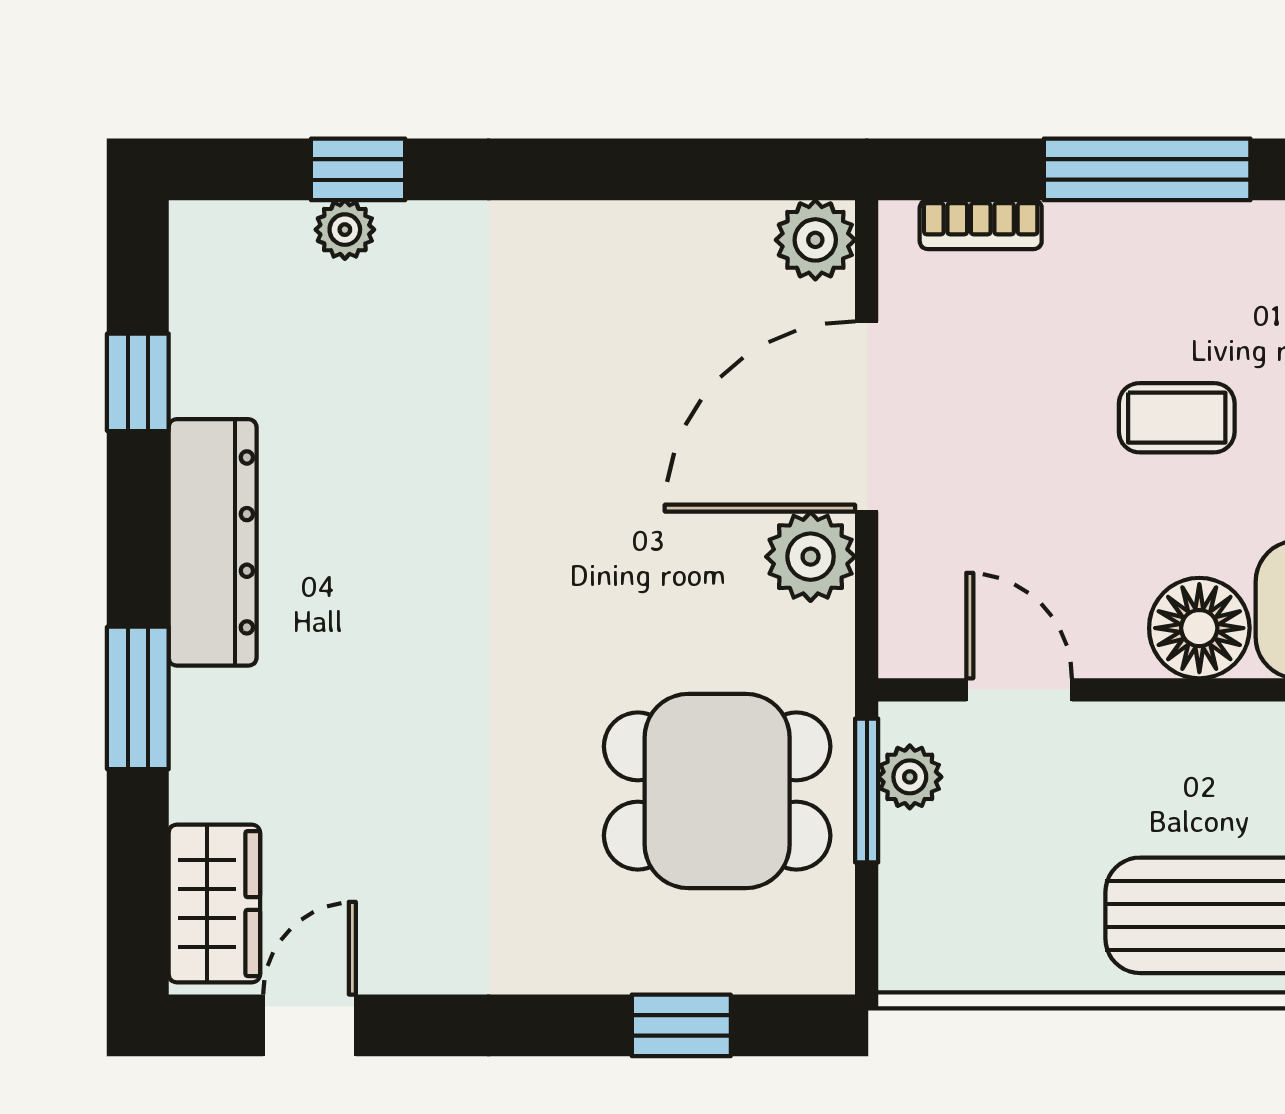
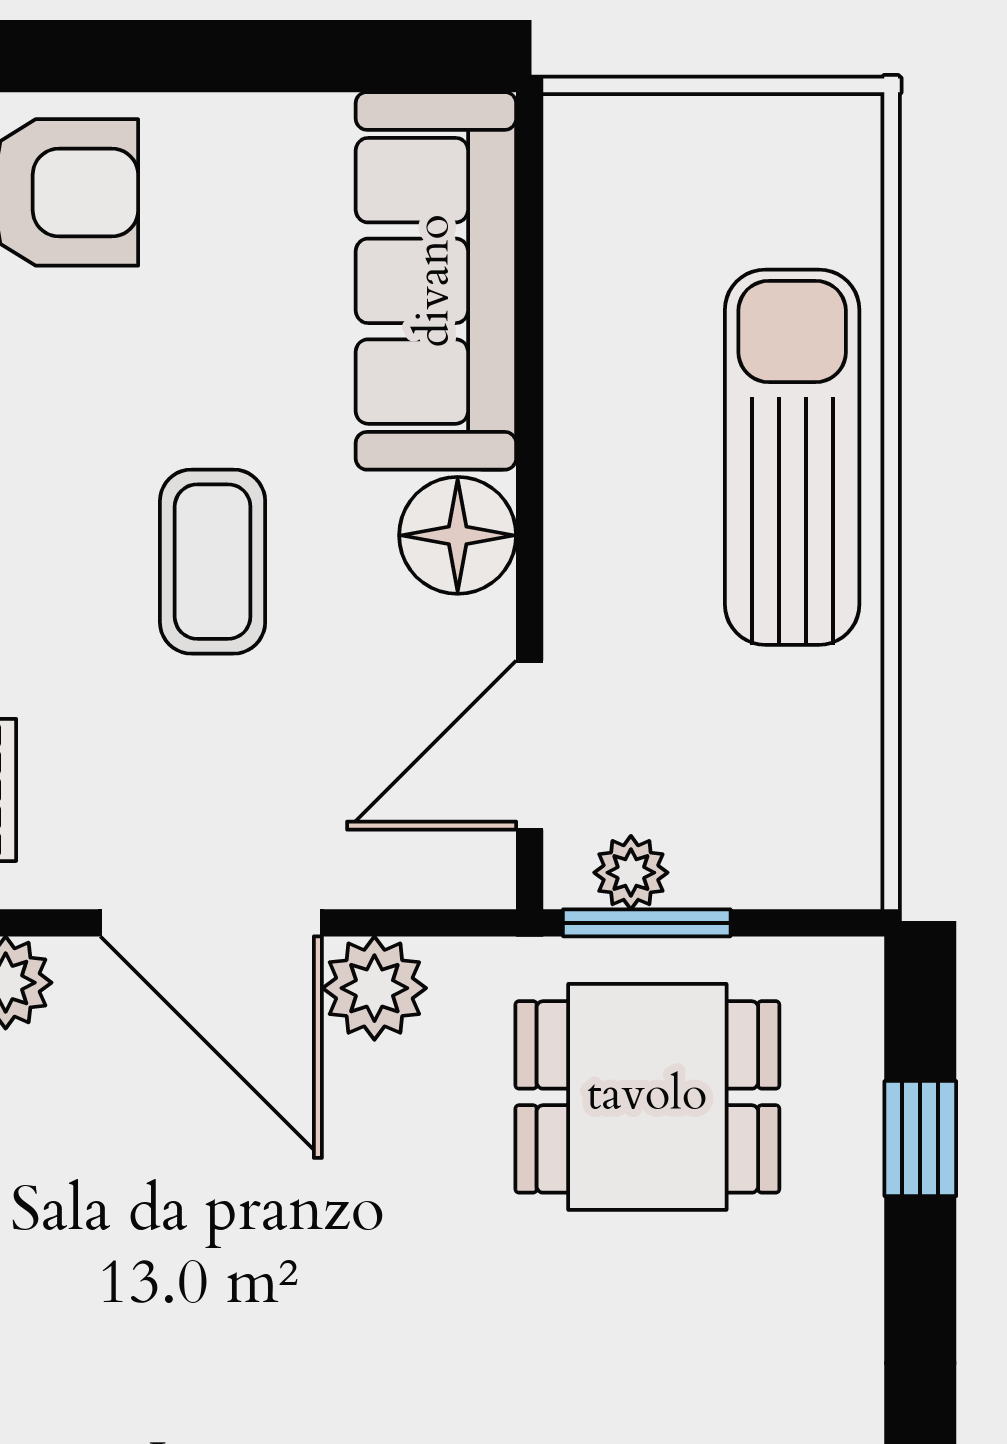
coffee table: (1177, 418) -> (213, 562), width x1.36, depth x1.30
door: (1019, 690) -> (530, 745), width x1.37
dining table: (717, 791) -> (647, 1097), turned 90

